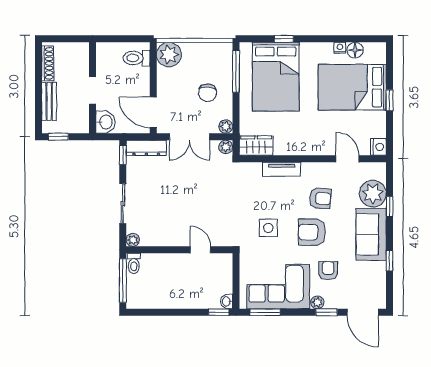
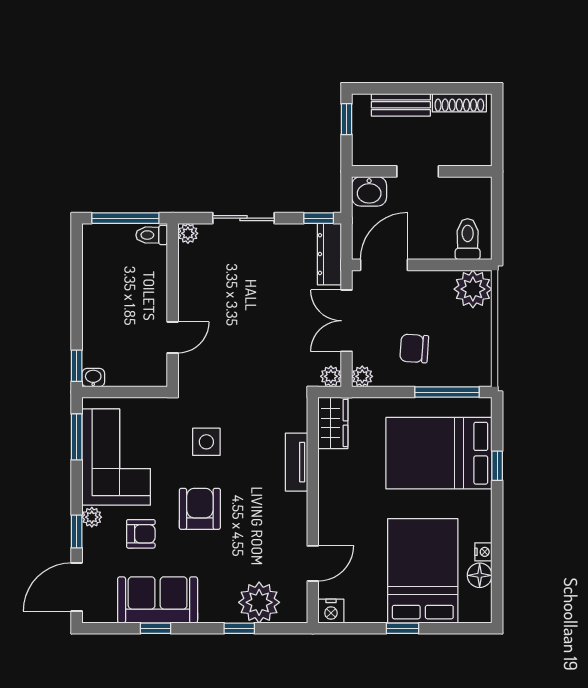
armchair: (320, 198) -> (252, 522), removed
sofa: (371, 234) -> (158, 600), moved

